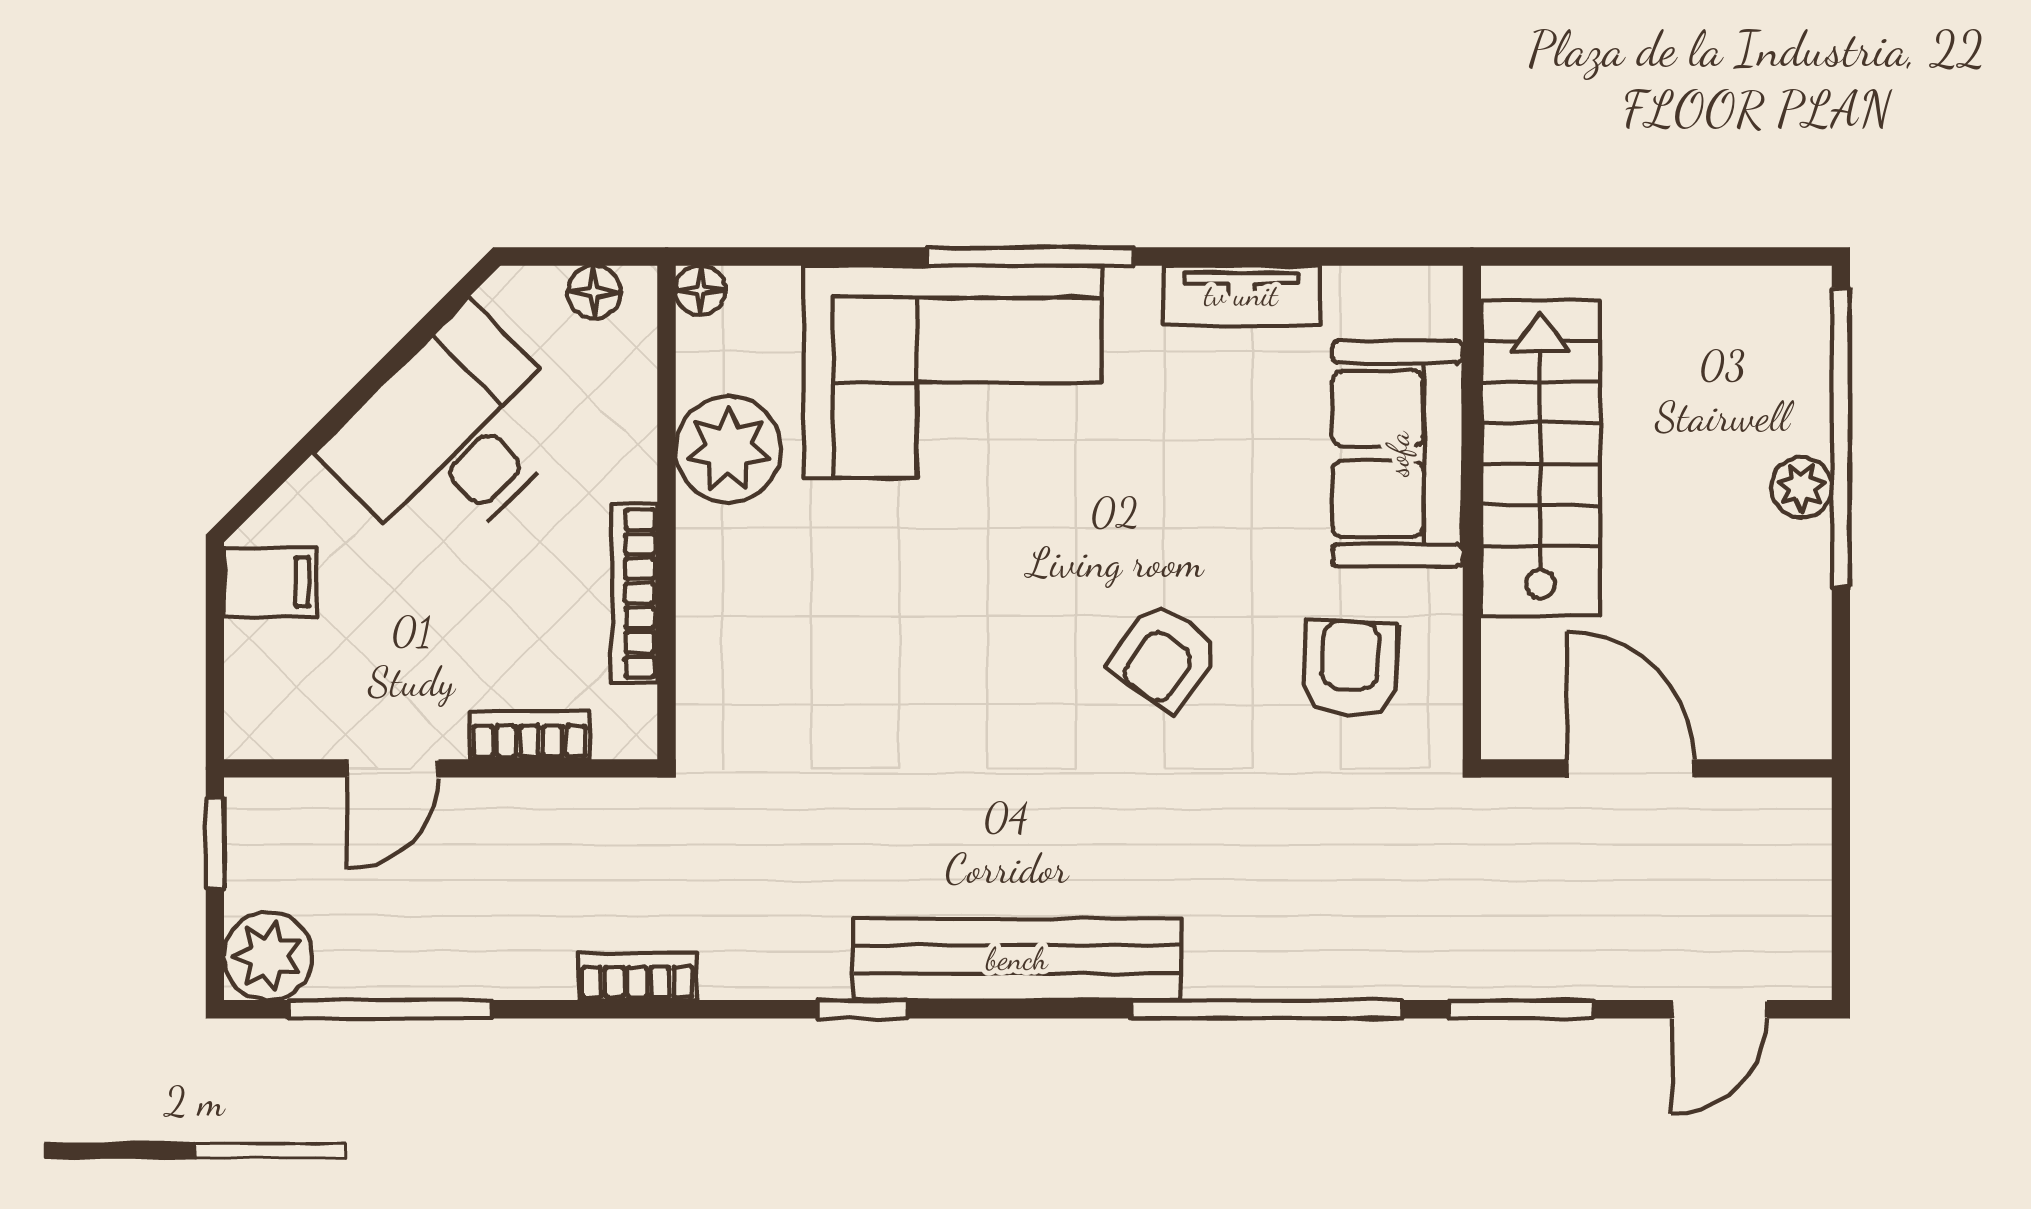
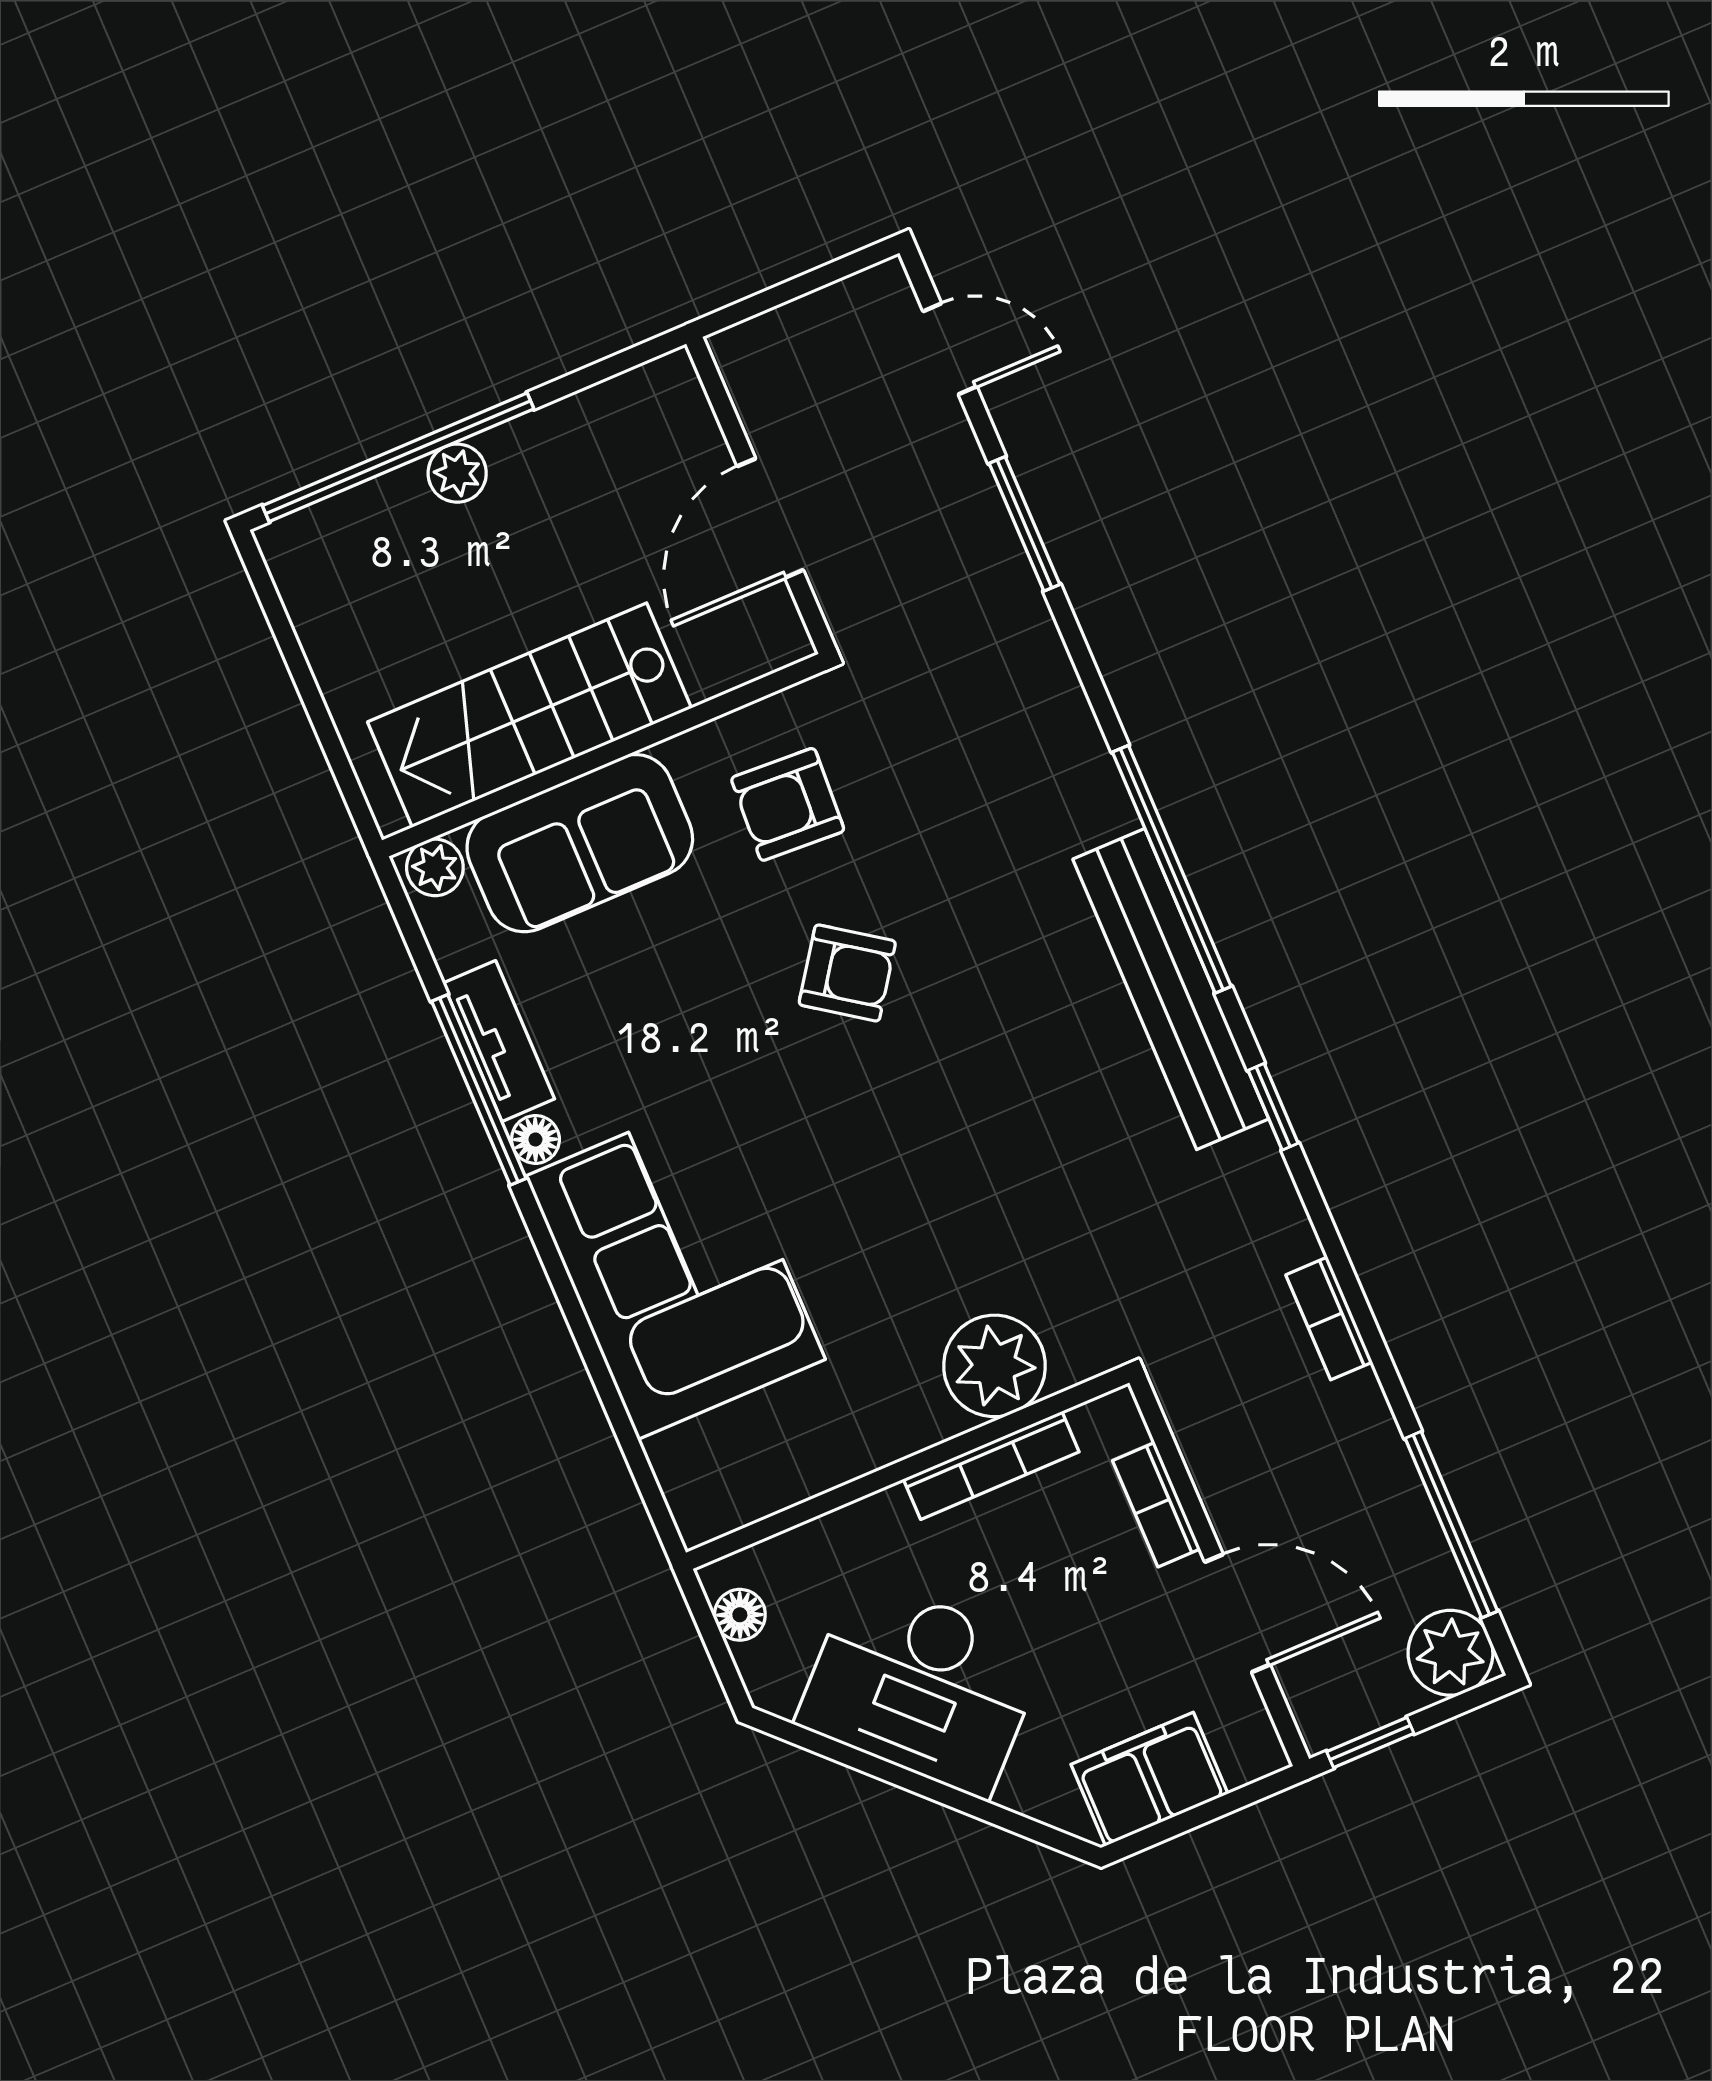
window: (1030, 257) -> (479, 1090), moved
floor lamp: (700, 290) -> (535, 1139), moved
plant: (1433, 305) -> (435, 867), added
plant: (728, 449) -> (995, 1366), moved
filing cabinet: (270, 582) -> (1149, 1779), width x2.00
door: (393, 768) -> (1237, 1613), width x1.38
window: (1266, 1009) -> (1172, 869), moved

